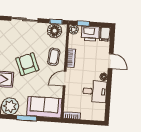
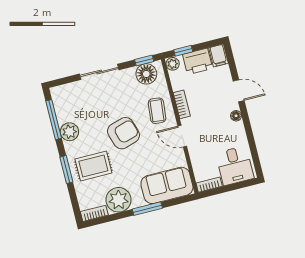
armchair: (27, 64) -> (124, 133), turned 95
door: (65, 79) -> (182, 136), hinge flipped
desk: (95, 91) -> (235, 166), moved, turned 90

